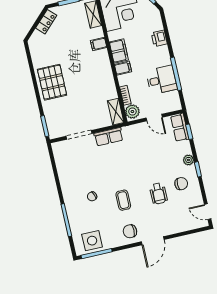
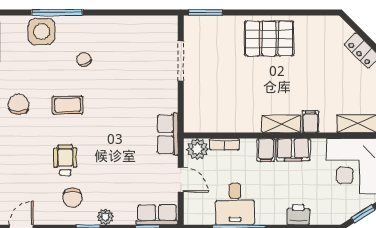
shelving: (116, 112) -> (281, 124), moved
door: (154, 118) -> (181, 180), swing flipped
row of seats: (109, 137) -> (168, 134), moved
wheelchair: (158, 194) -> (65, 160), turned 90
side table: (92, 241) -> (42, 32), moved

